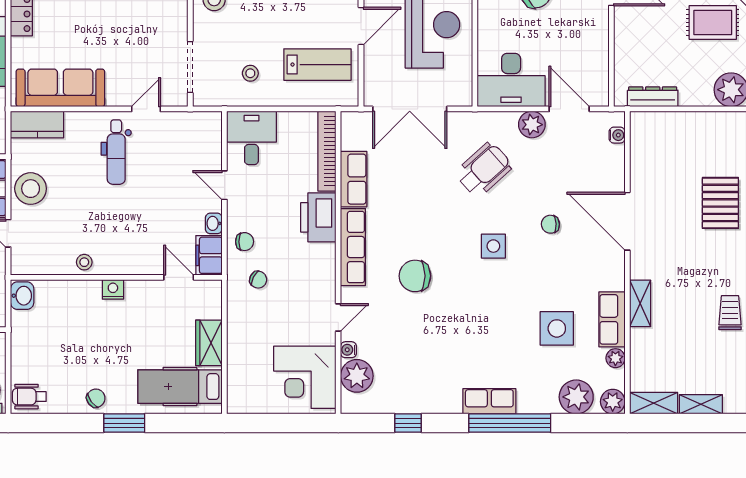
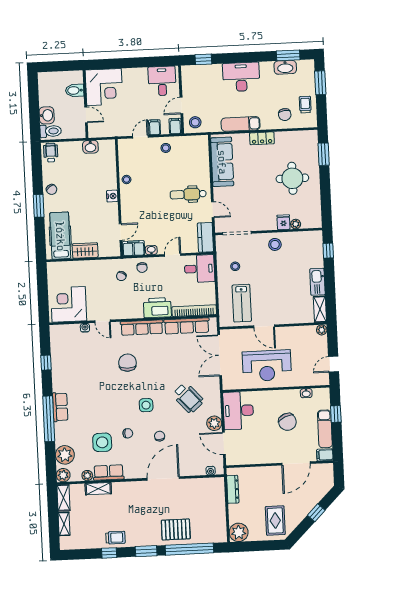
door: (569, 109) -> (224, 443), swing flipped
kitchen counter: (37, 125) -> (205, 237), moved
row of seats: (354, 179) -> (187, 326), width x1.48
stool: (31, 189) -> (166, 148), width x0.53, depth x0.53
chair: (543, 281) -> (128, 433), added
washbasin: (22, 296) -> (90, 147), moved
shelving: (640, 303) -> (98, 489), moved
plant: (357, 376) -> (71, 333), removed

